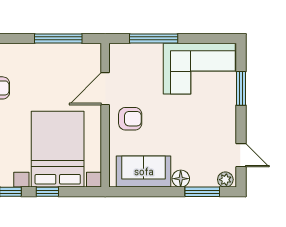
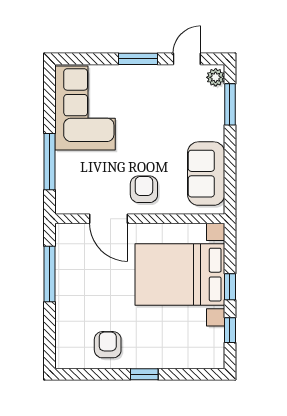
window: (241, 88) -> (138, 59), moved
floor lamp: (181, 179) -> (214, 130), removed

